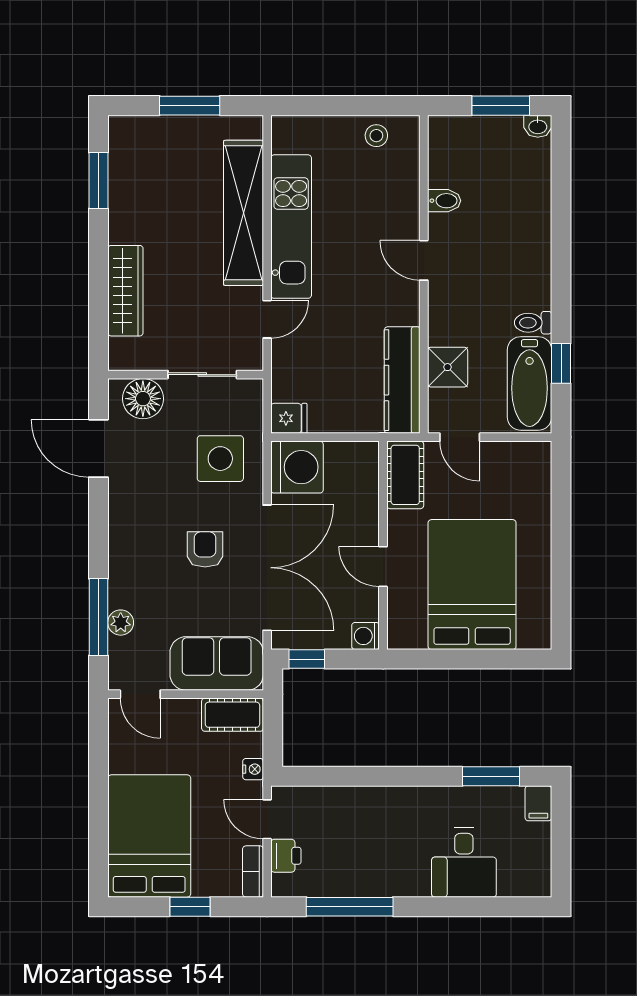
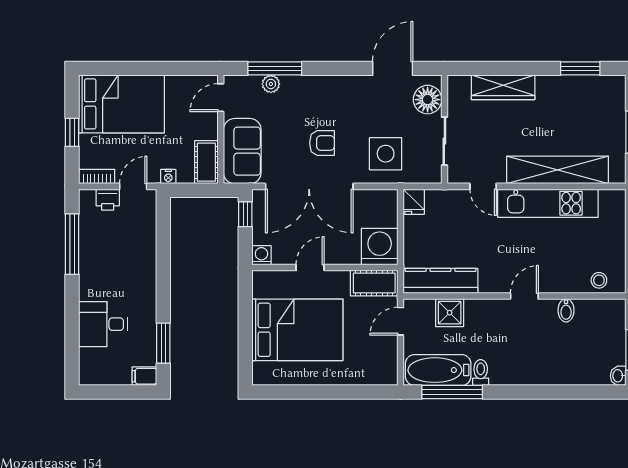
stool: (376, 136) -> (599, 280), moved
window: (561, 363) -> (452, 392), width x2.17
washing machine: (297, 467) -> (380, 247), moved, turned 180

